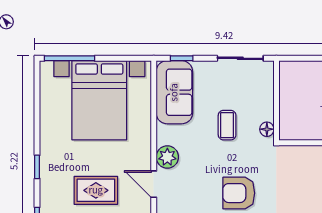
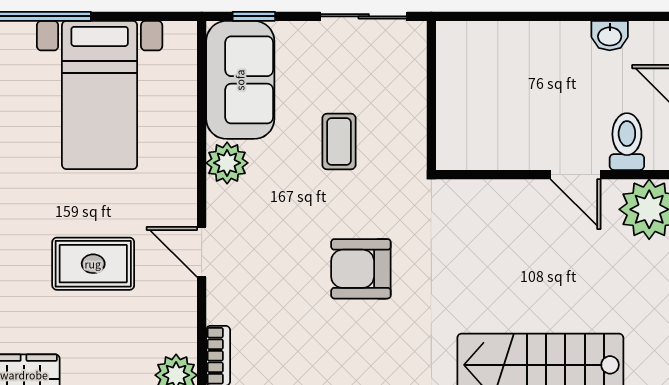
bed with nightstands: (99, 100) -> (100, 95), width x0.73
floor lamp: (267, 129) -> (413, 149), removed
plant: (167, 157) -> (227, 163), moved

